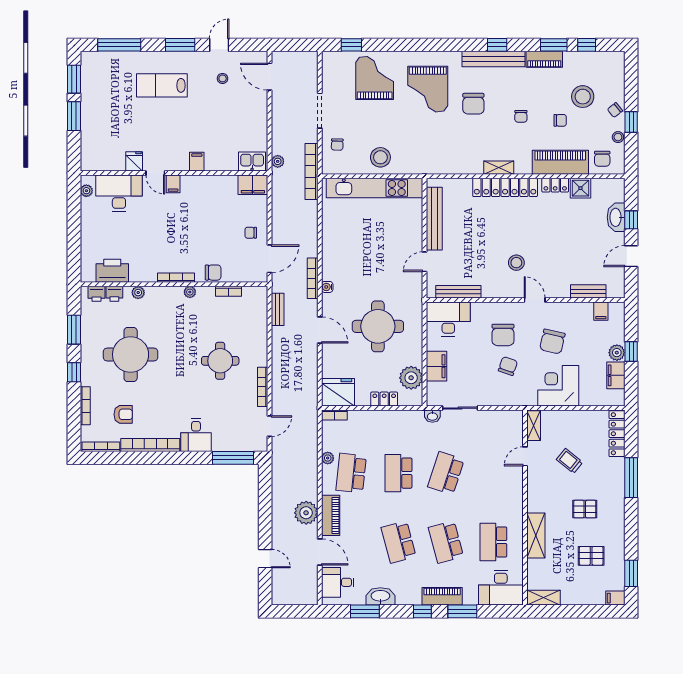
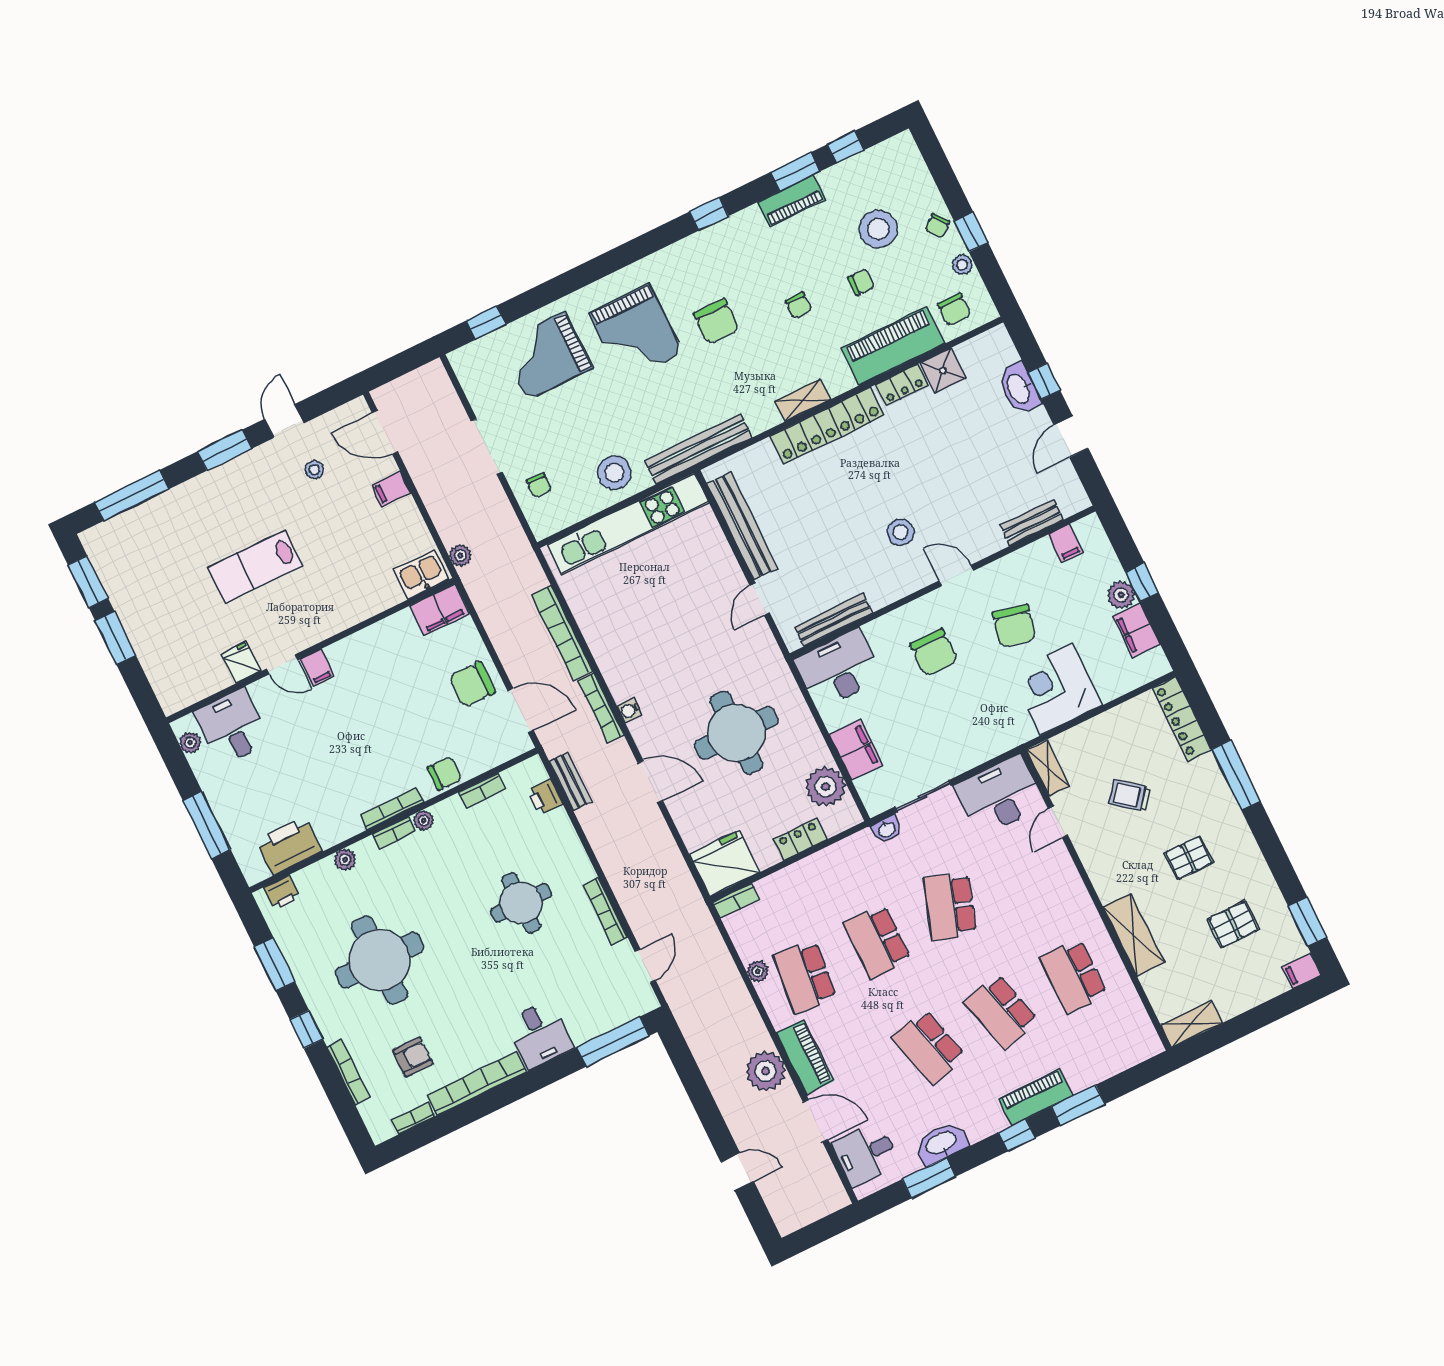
bench: (493, 59) -> (698, 449), moved
grand piano: (375, 78) -> (546, 356), turned -90
lab bench: (162, 85) -> (255, 566), moved
filing cabinet: (197, 162) -> (391, 489), moved, turned -90
bookcase: (311, 172) -> (562, 633), moved
desk: (119, 193) -> (232, 727), width x0.73
chair: (251, 233) -> (472, 684), width x1.87, depth x1.87
window: (74, 239) -> (207, 825), added
door: (270, 259) -> (521, 710), hinge flipped
bookcase: (171, 291) -> (394, 833), added
printer: (114, 294) -> (545, 797), moved, turned 90
chair: (508, 366) -> (965, 696), removed
bookcase: (101, 447) -> (413, 1118), width x0.64
desk: (501, 588) -> (1000, 795), moved, turned 180

